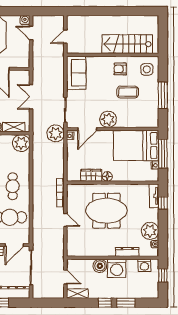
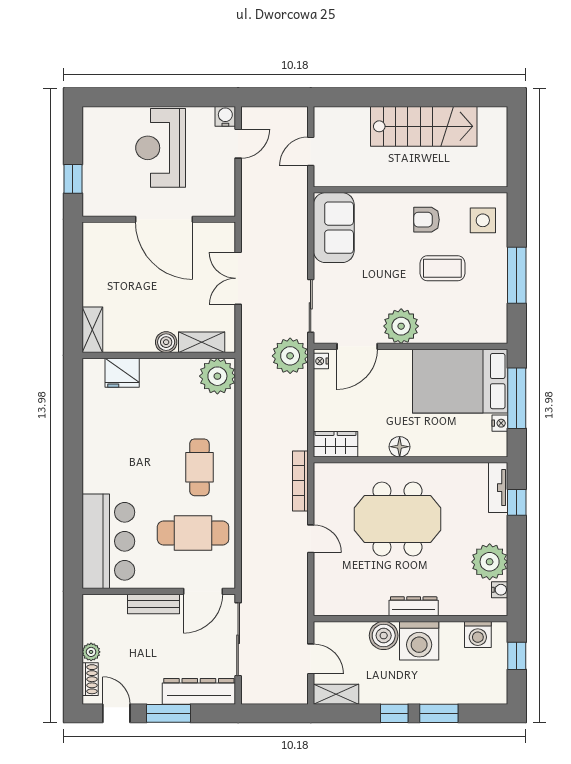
door: (31, 33) -> (238, 144), swing flipped
stairs: (127, 44) -> (424, 126), moved, turned 180
wardrobe: (91, 175) -> (336, 444), moved
dresser: (127, 252) -> (414, 606), moved

